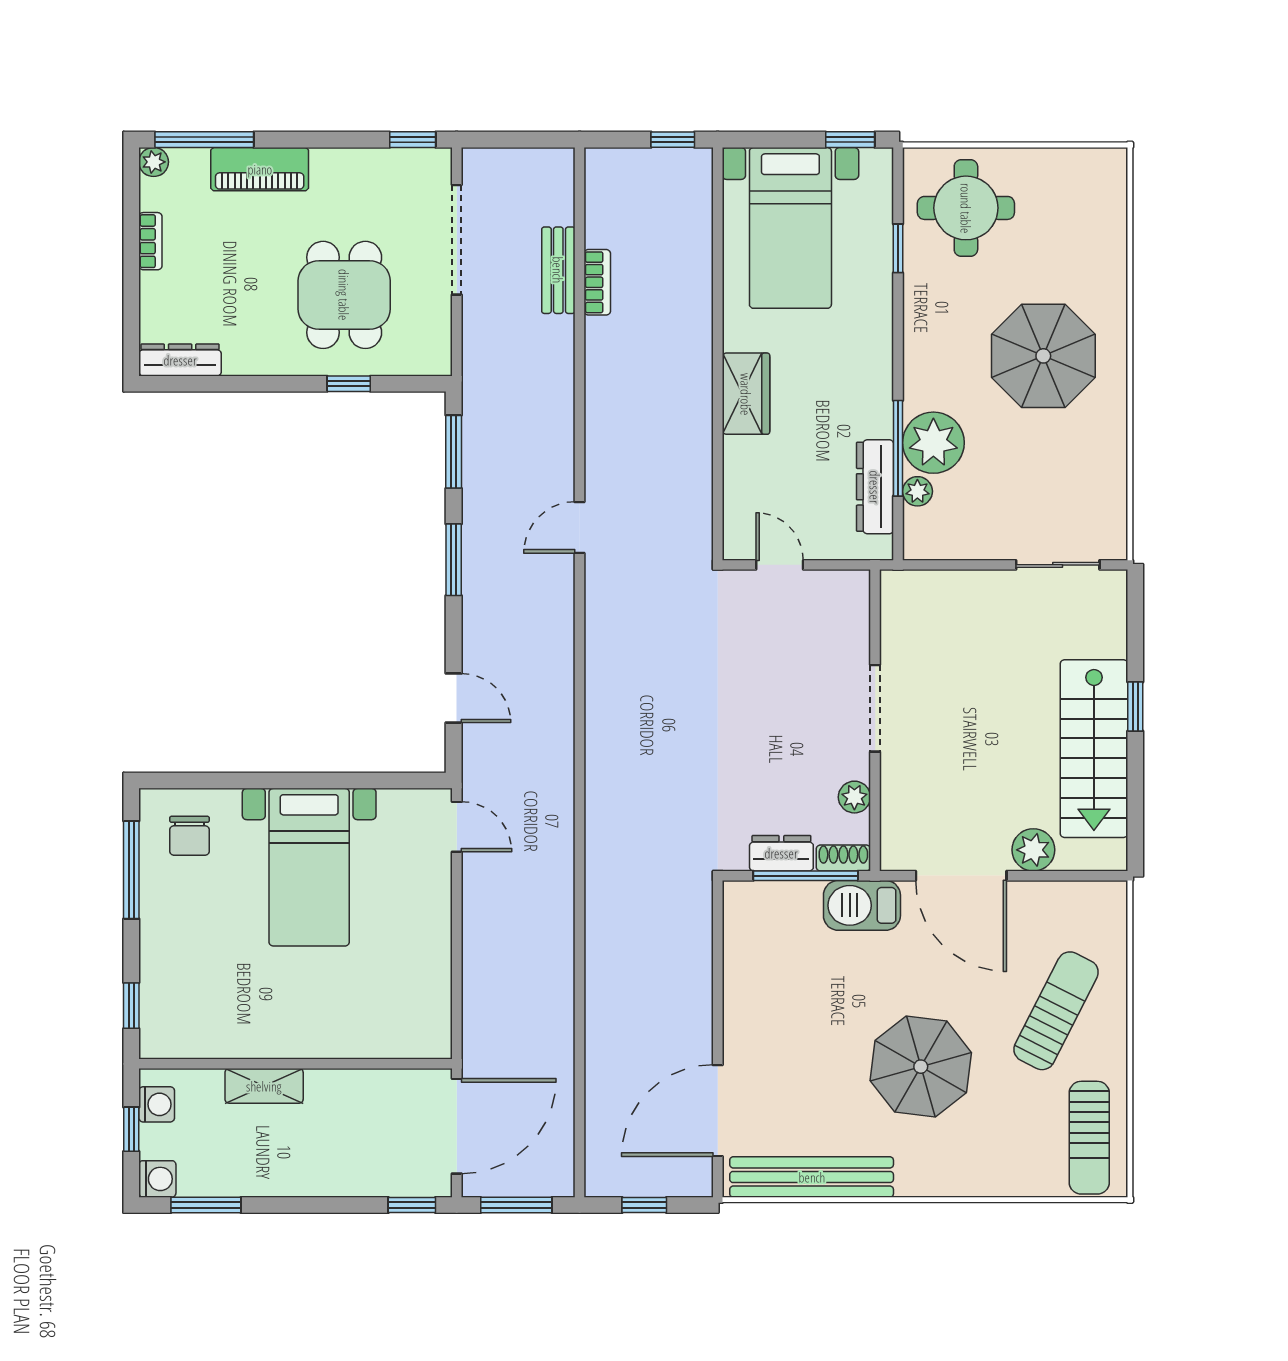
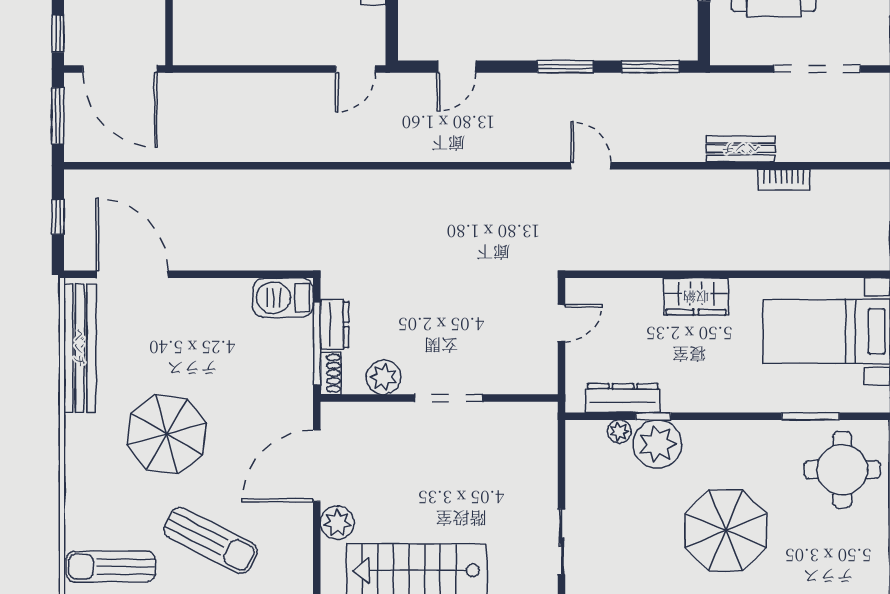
window: (898, 248) -> (810, 416), width x1.50
bench: (558, 270) -> (741, 149), moved
window: (898, 448) -> (653, 416), width x0.46
plant: (854, 797) -> (383, 377), width x1.38, depth x1.38
barbecue: (862, 905) -> (283, 298), moved, turned -90

